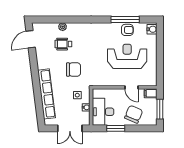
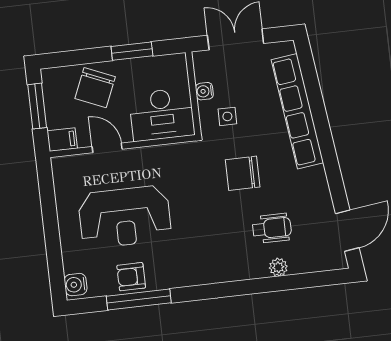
desk: (103, 112) -> (162, 114), moved, turned 90

